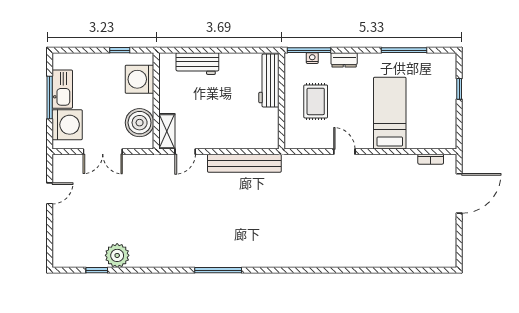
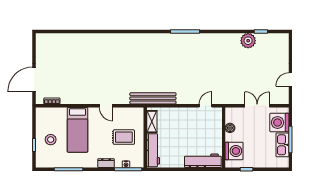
workbench: (197, 64) -> (203, 161), width x1.38
stool: (433, 97) -> (51, 140), added
rug: (316, 101) -> (124, 137), turned 90
boiler: (140, 123) -> (230, 128), width x0.54, depth x0.54
shelving: (167, 131) -> (152, 122), moved
bench: (244, 163) -> (153, 98), moved

